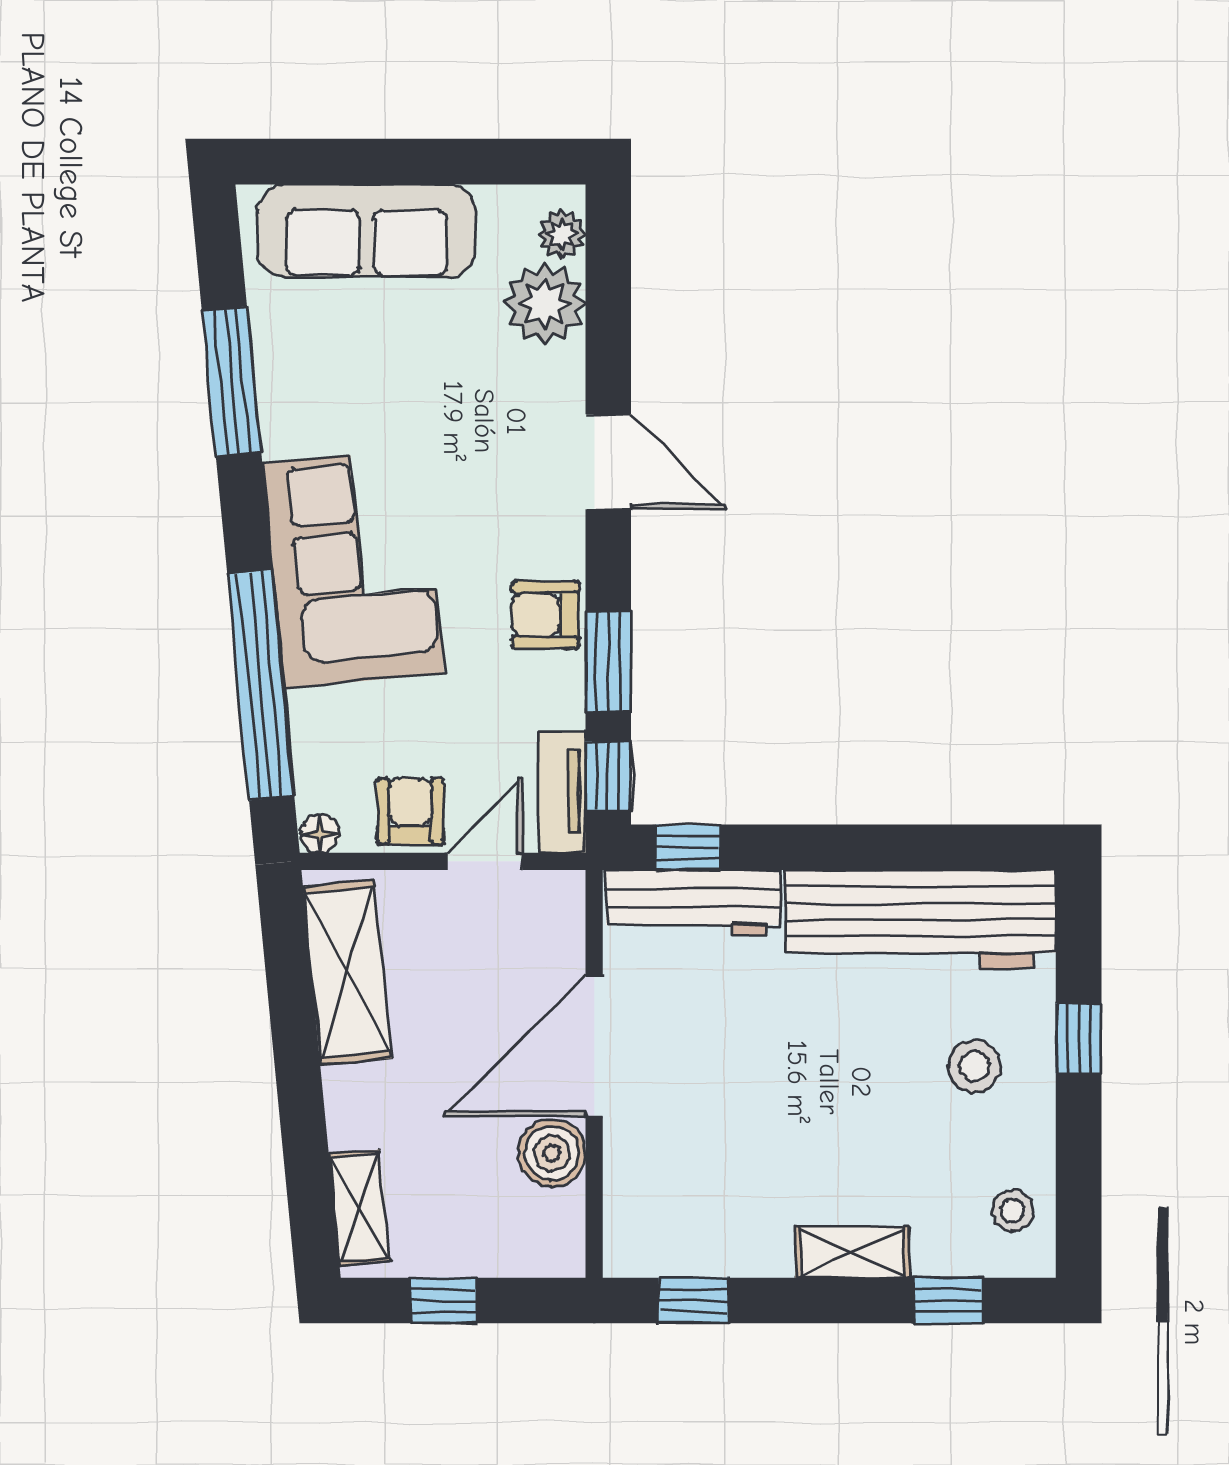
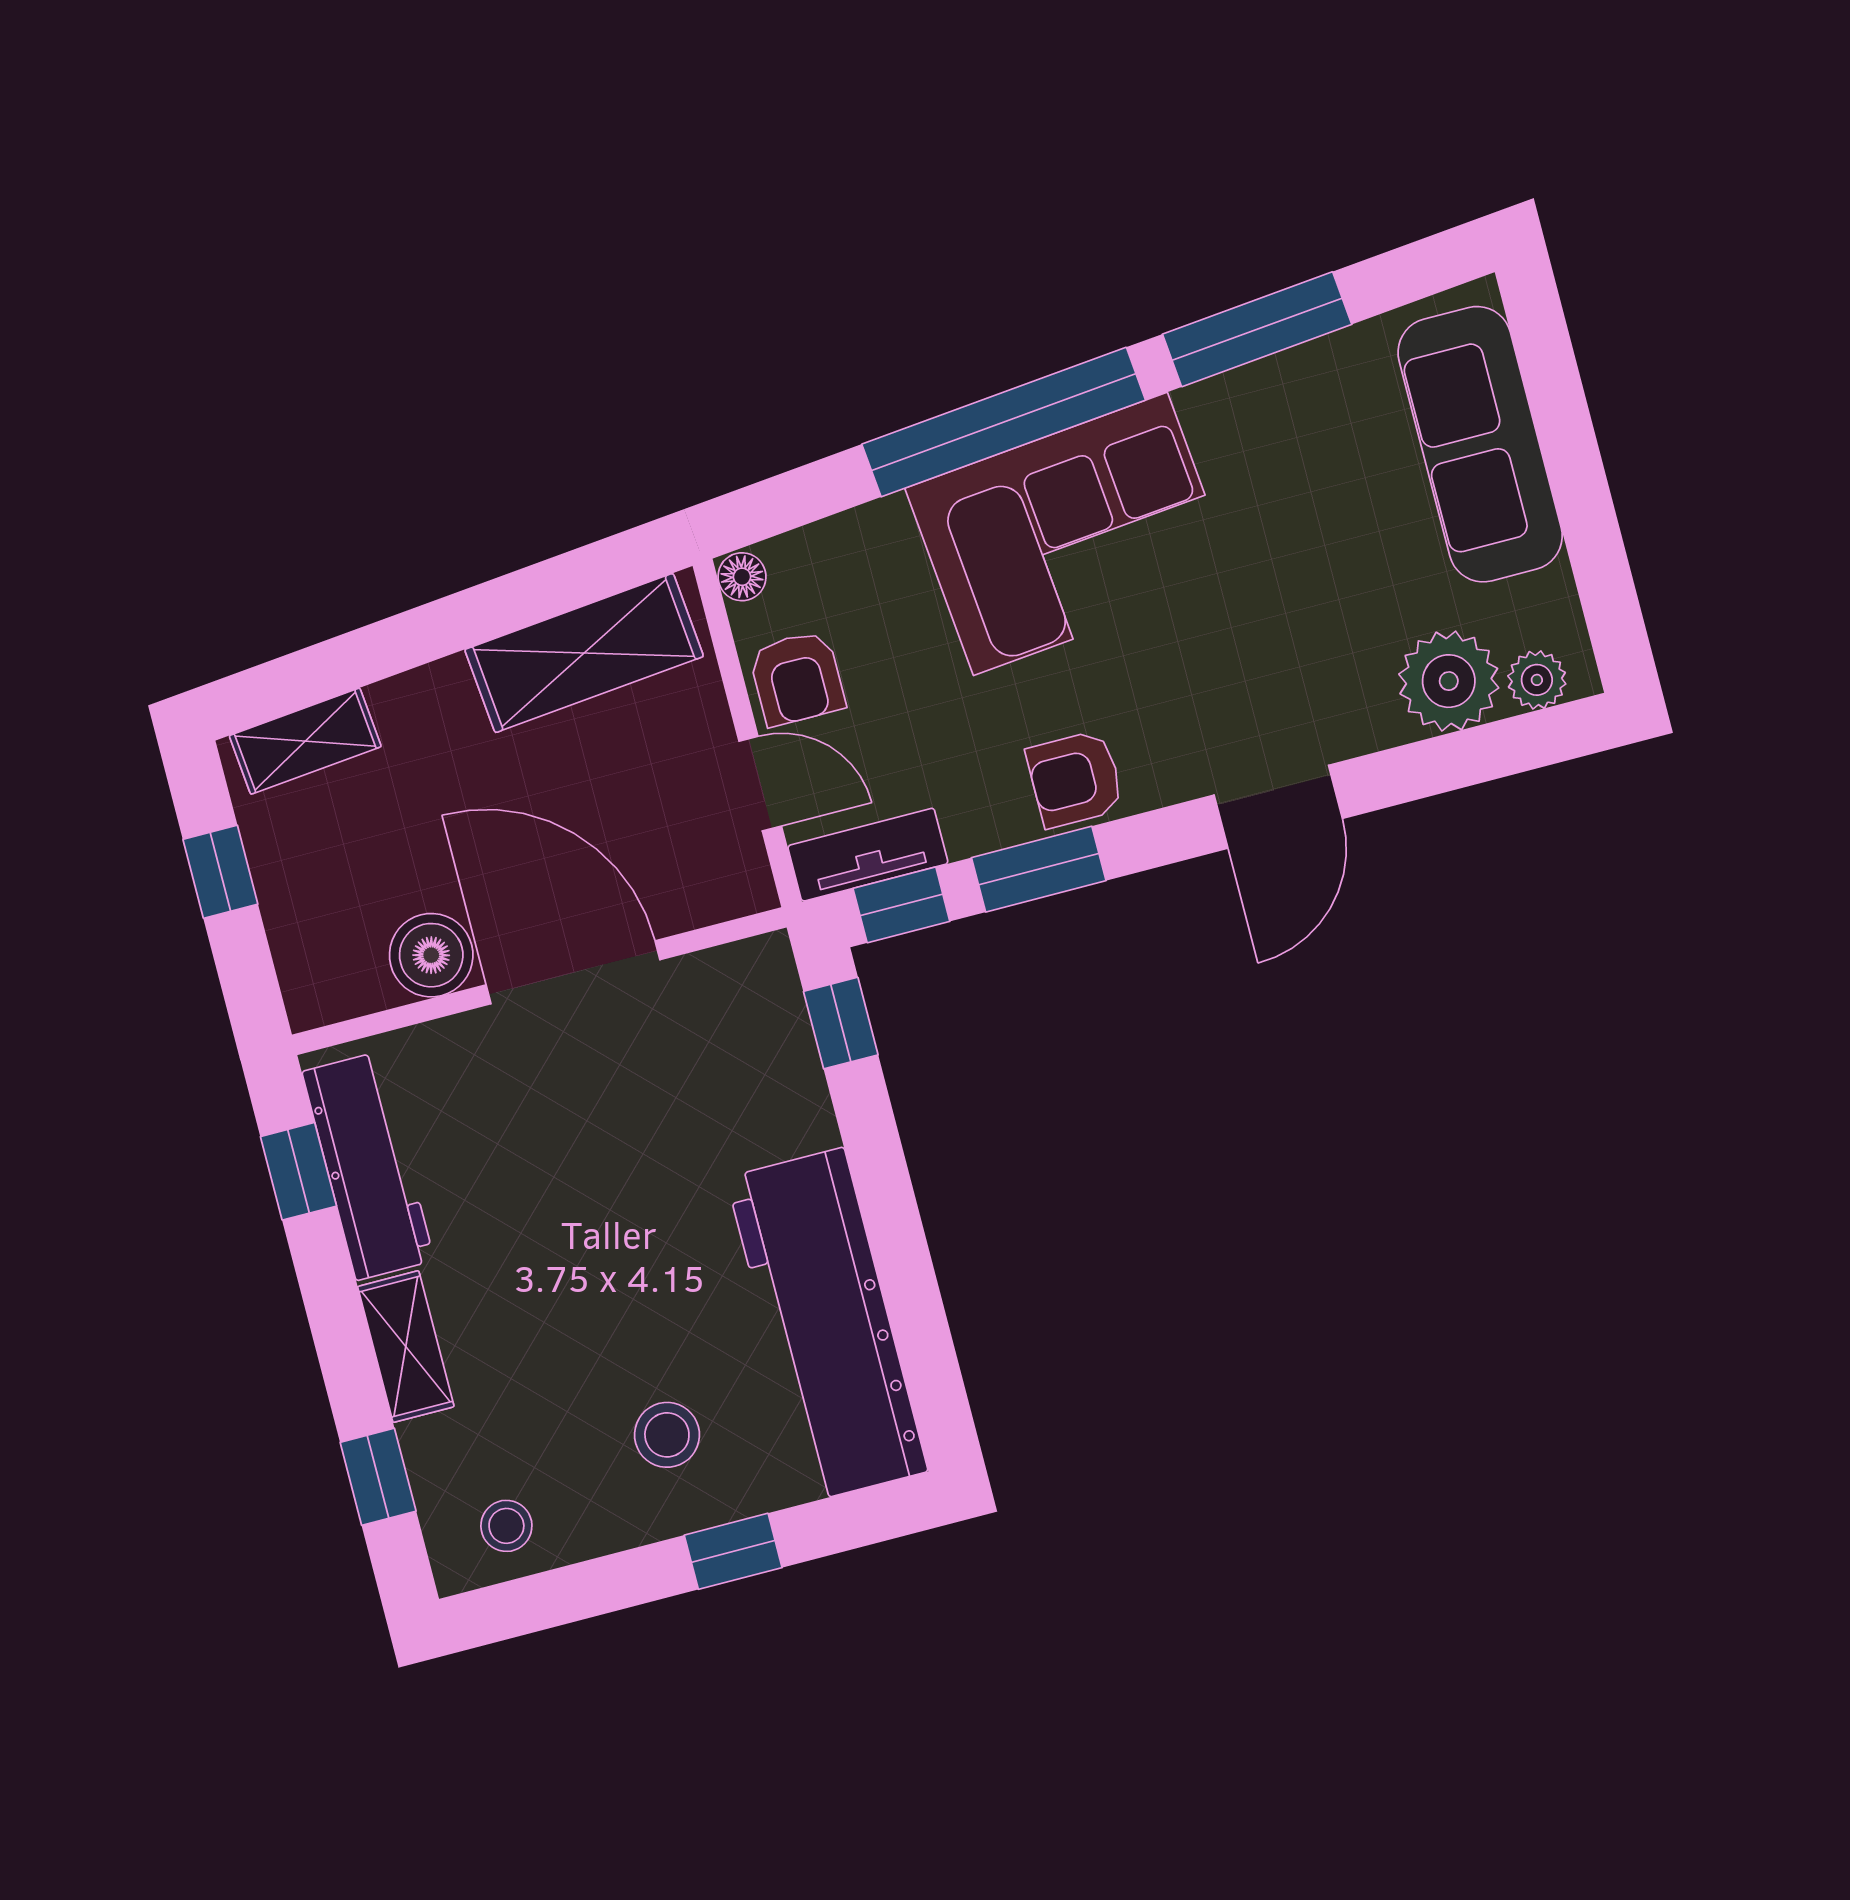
armchair: (545, 615) -> (1075, 779), turned -90
window: (261, 685) -> (1004, 422), moved
armchair: (410, 811) -> (797, 678), turned 90
workbench: (693, 903) -> (368, 1166), moved, turned 180

